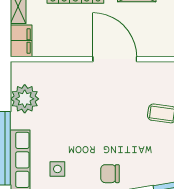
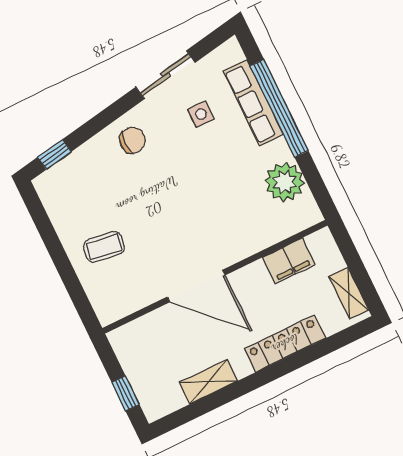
filing cabinet: (21, 41) -> (289, 261), moved, turned -90

